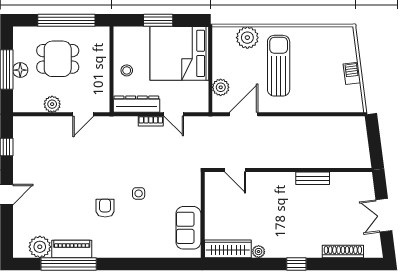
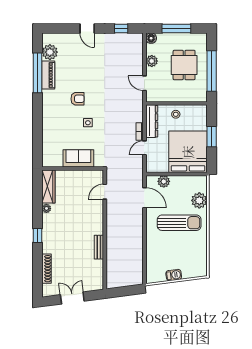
floor lamp: (20, 70) -> (151, 38), moved
sofa: (188, 228) -> (78, 158), moved

